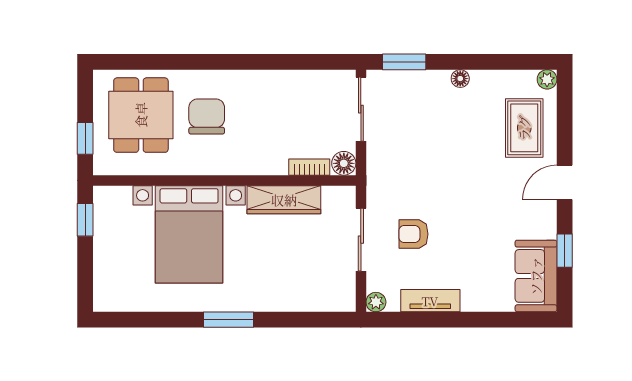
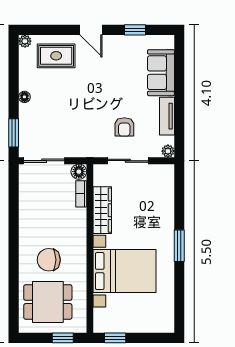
sofa: (536, 276) -> (161, 73), moved, turned 90

